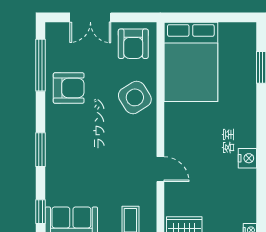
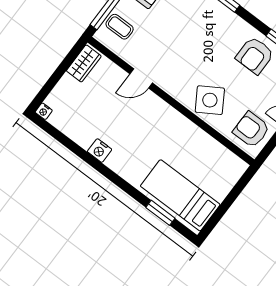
bed: (191, 62) -> (180, 195), moved, width x0.67

